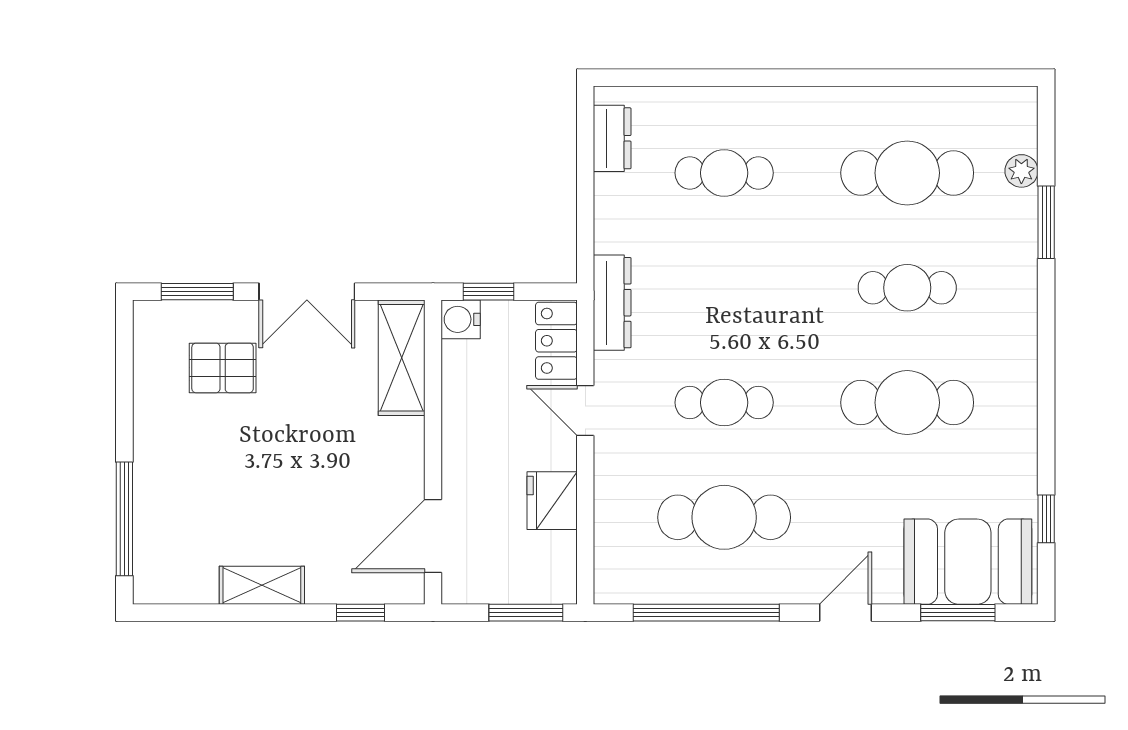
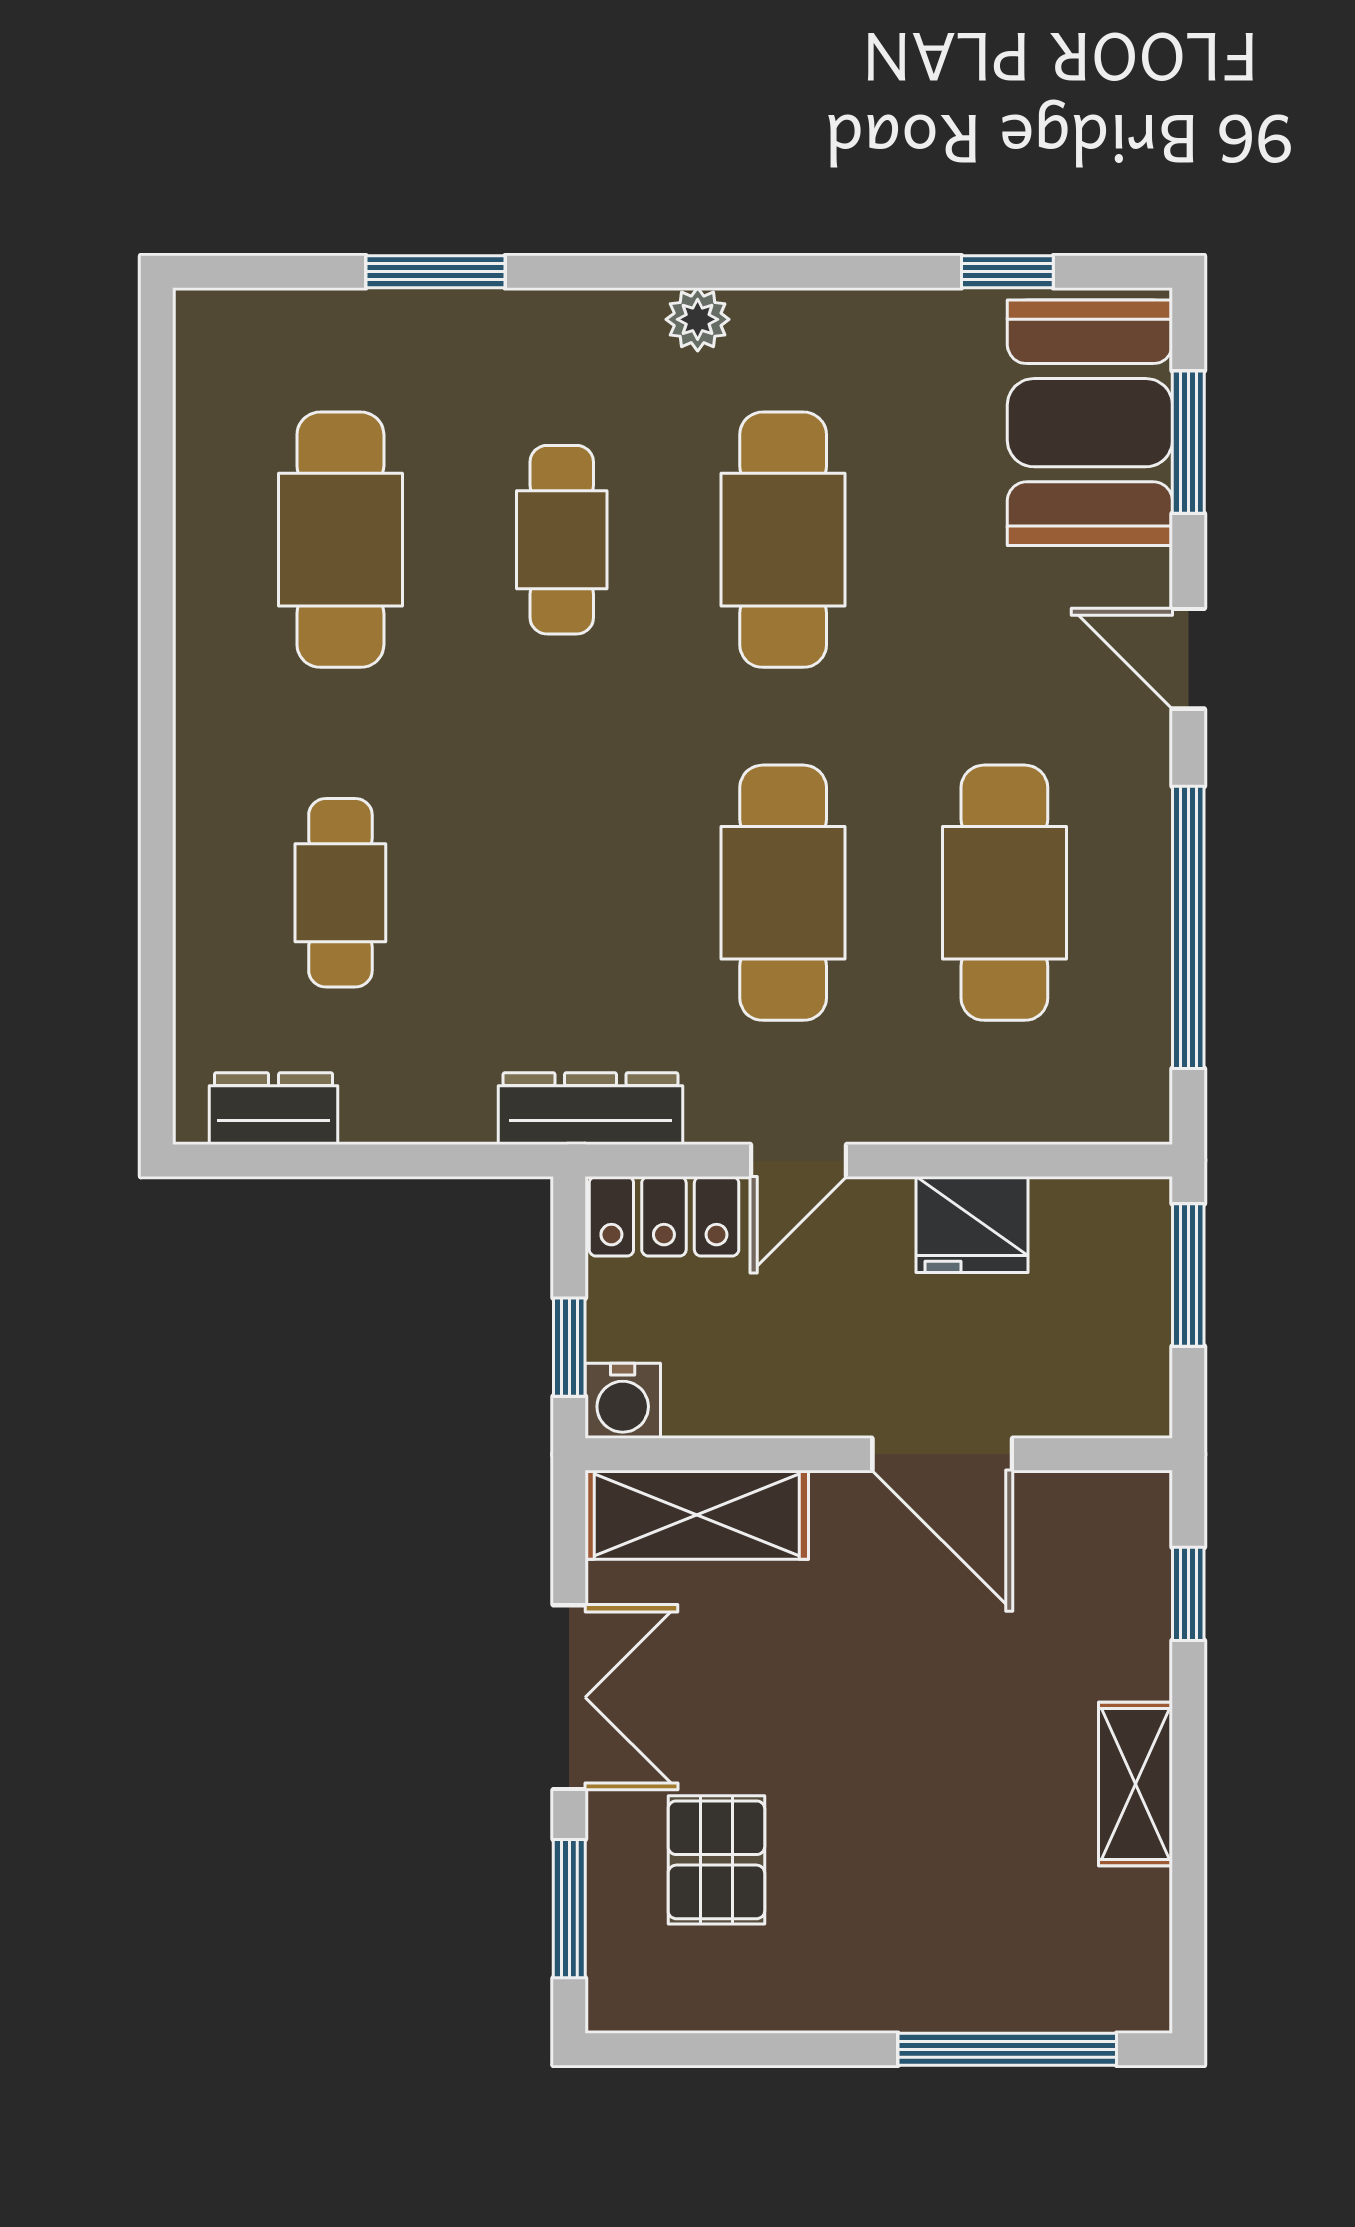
plant: (1021, 171) -> (698, 319), moved
cafe table: (724, 403) -> (783, 893), width x1.37, depth x1.35
door: (433, 536) -> (942, 1454), moved

